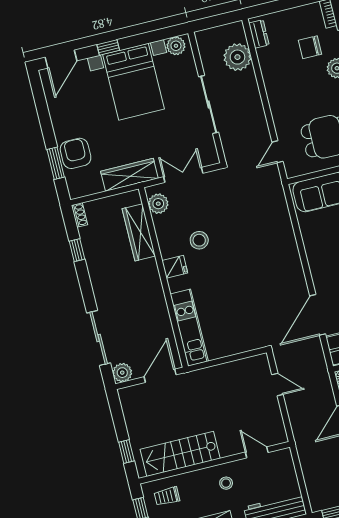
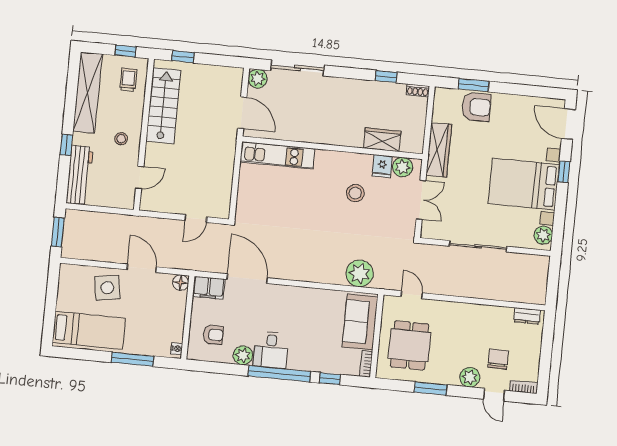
plant: (237, 57) -> (360, 273), moved
wardrobe: (139, 232) -> (382, 140), width x0.67
fridge: (175, 267) -> (382, 166), moved

